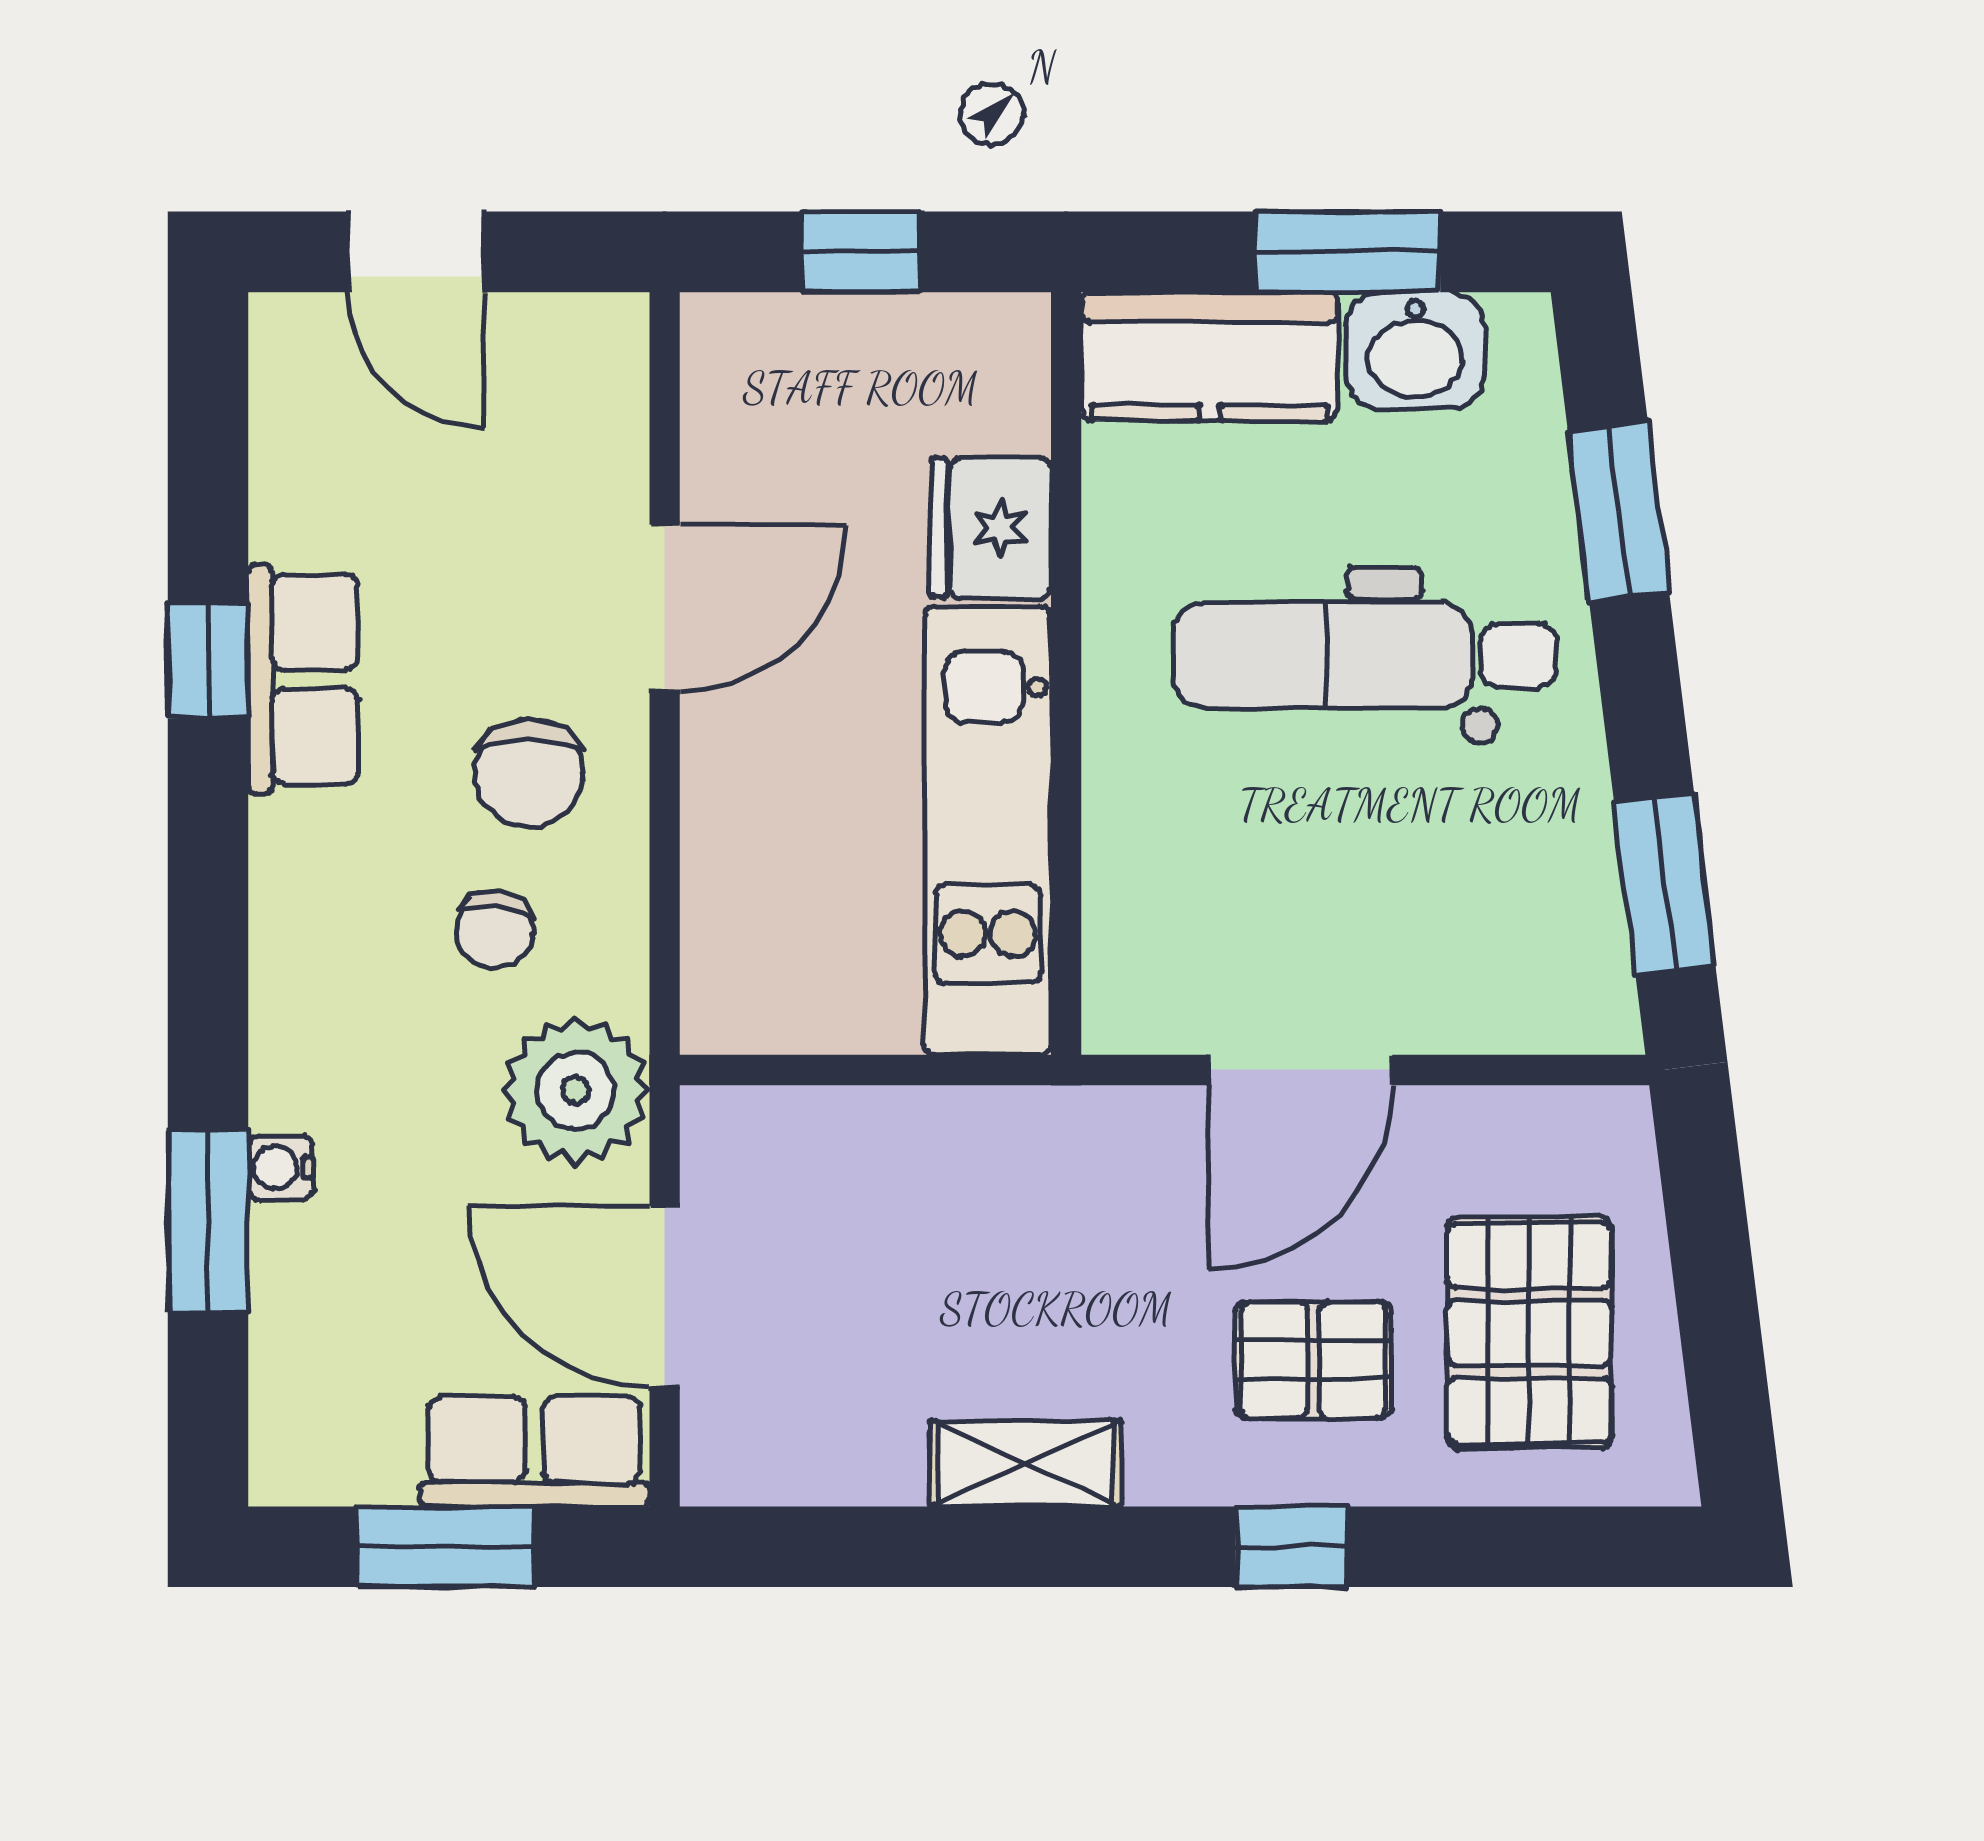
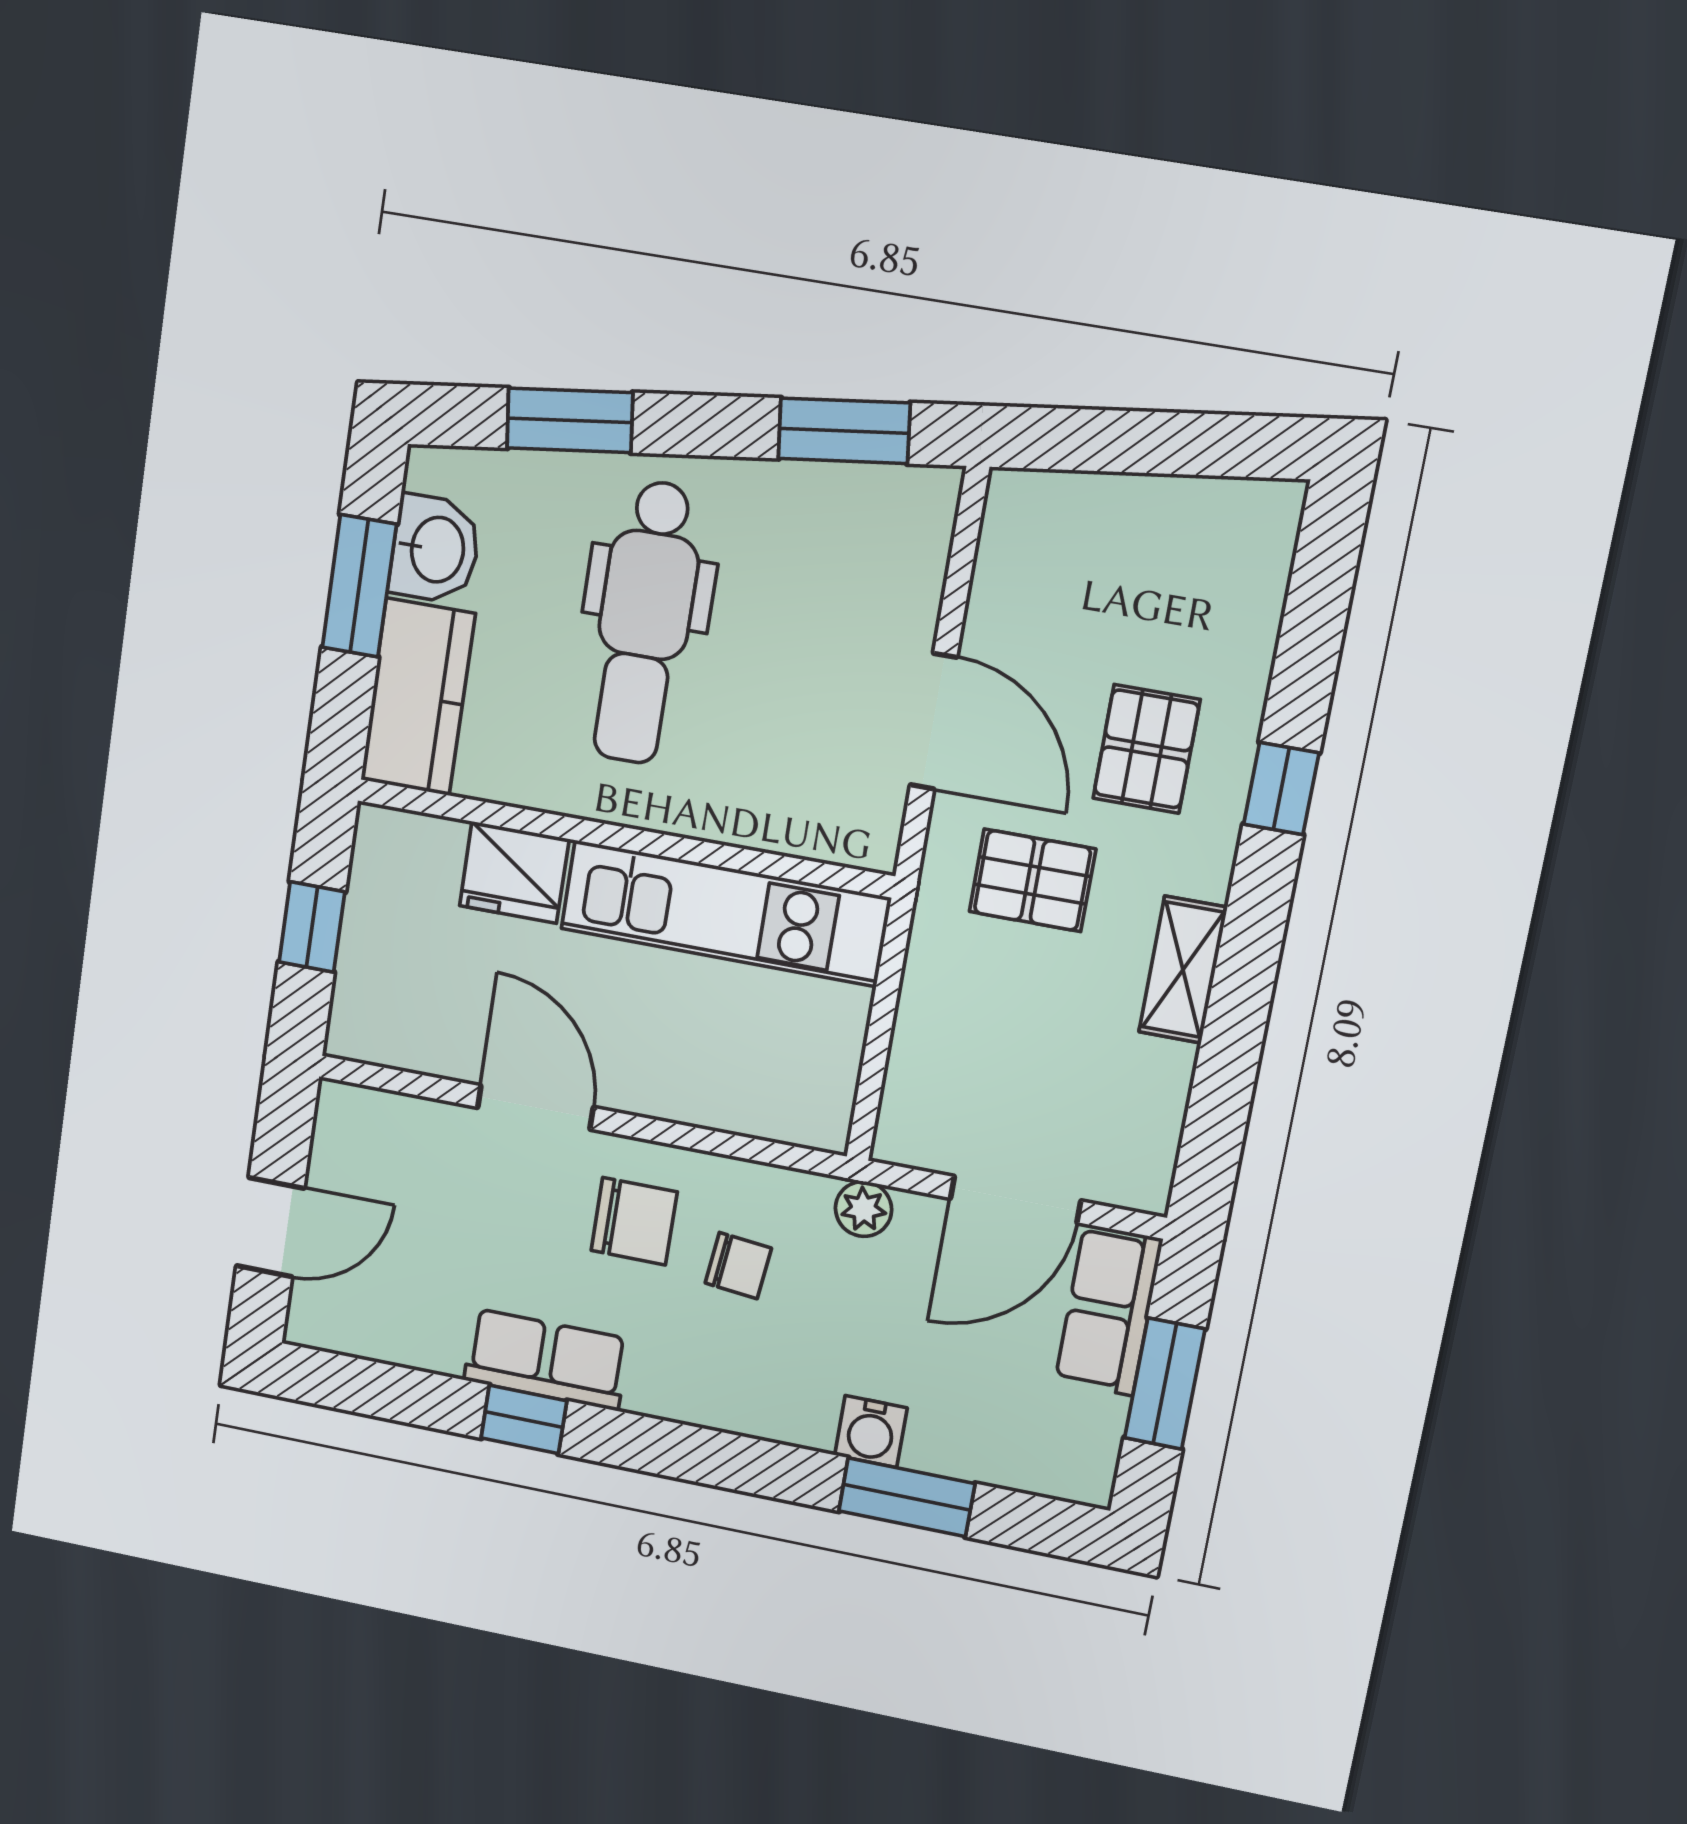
plant: (576, 1091) -> (864, 1209), width x0.53, depth x0.53
water cooler: (281, 1168) -> (871, 1432), width x1.38, depth x1.38
pallet: (1529, 1333) -> (1032, 880), moved, width x0.67, depth x0.71

